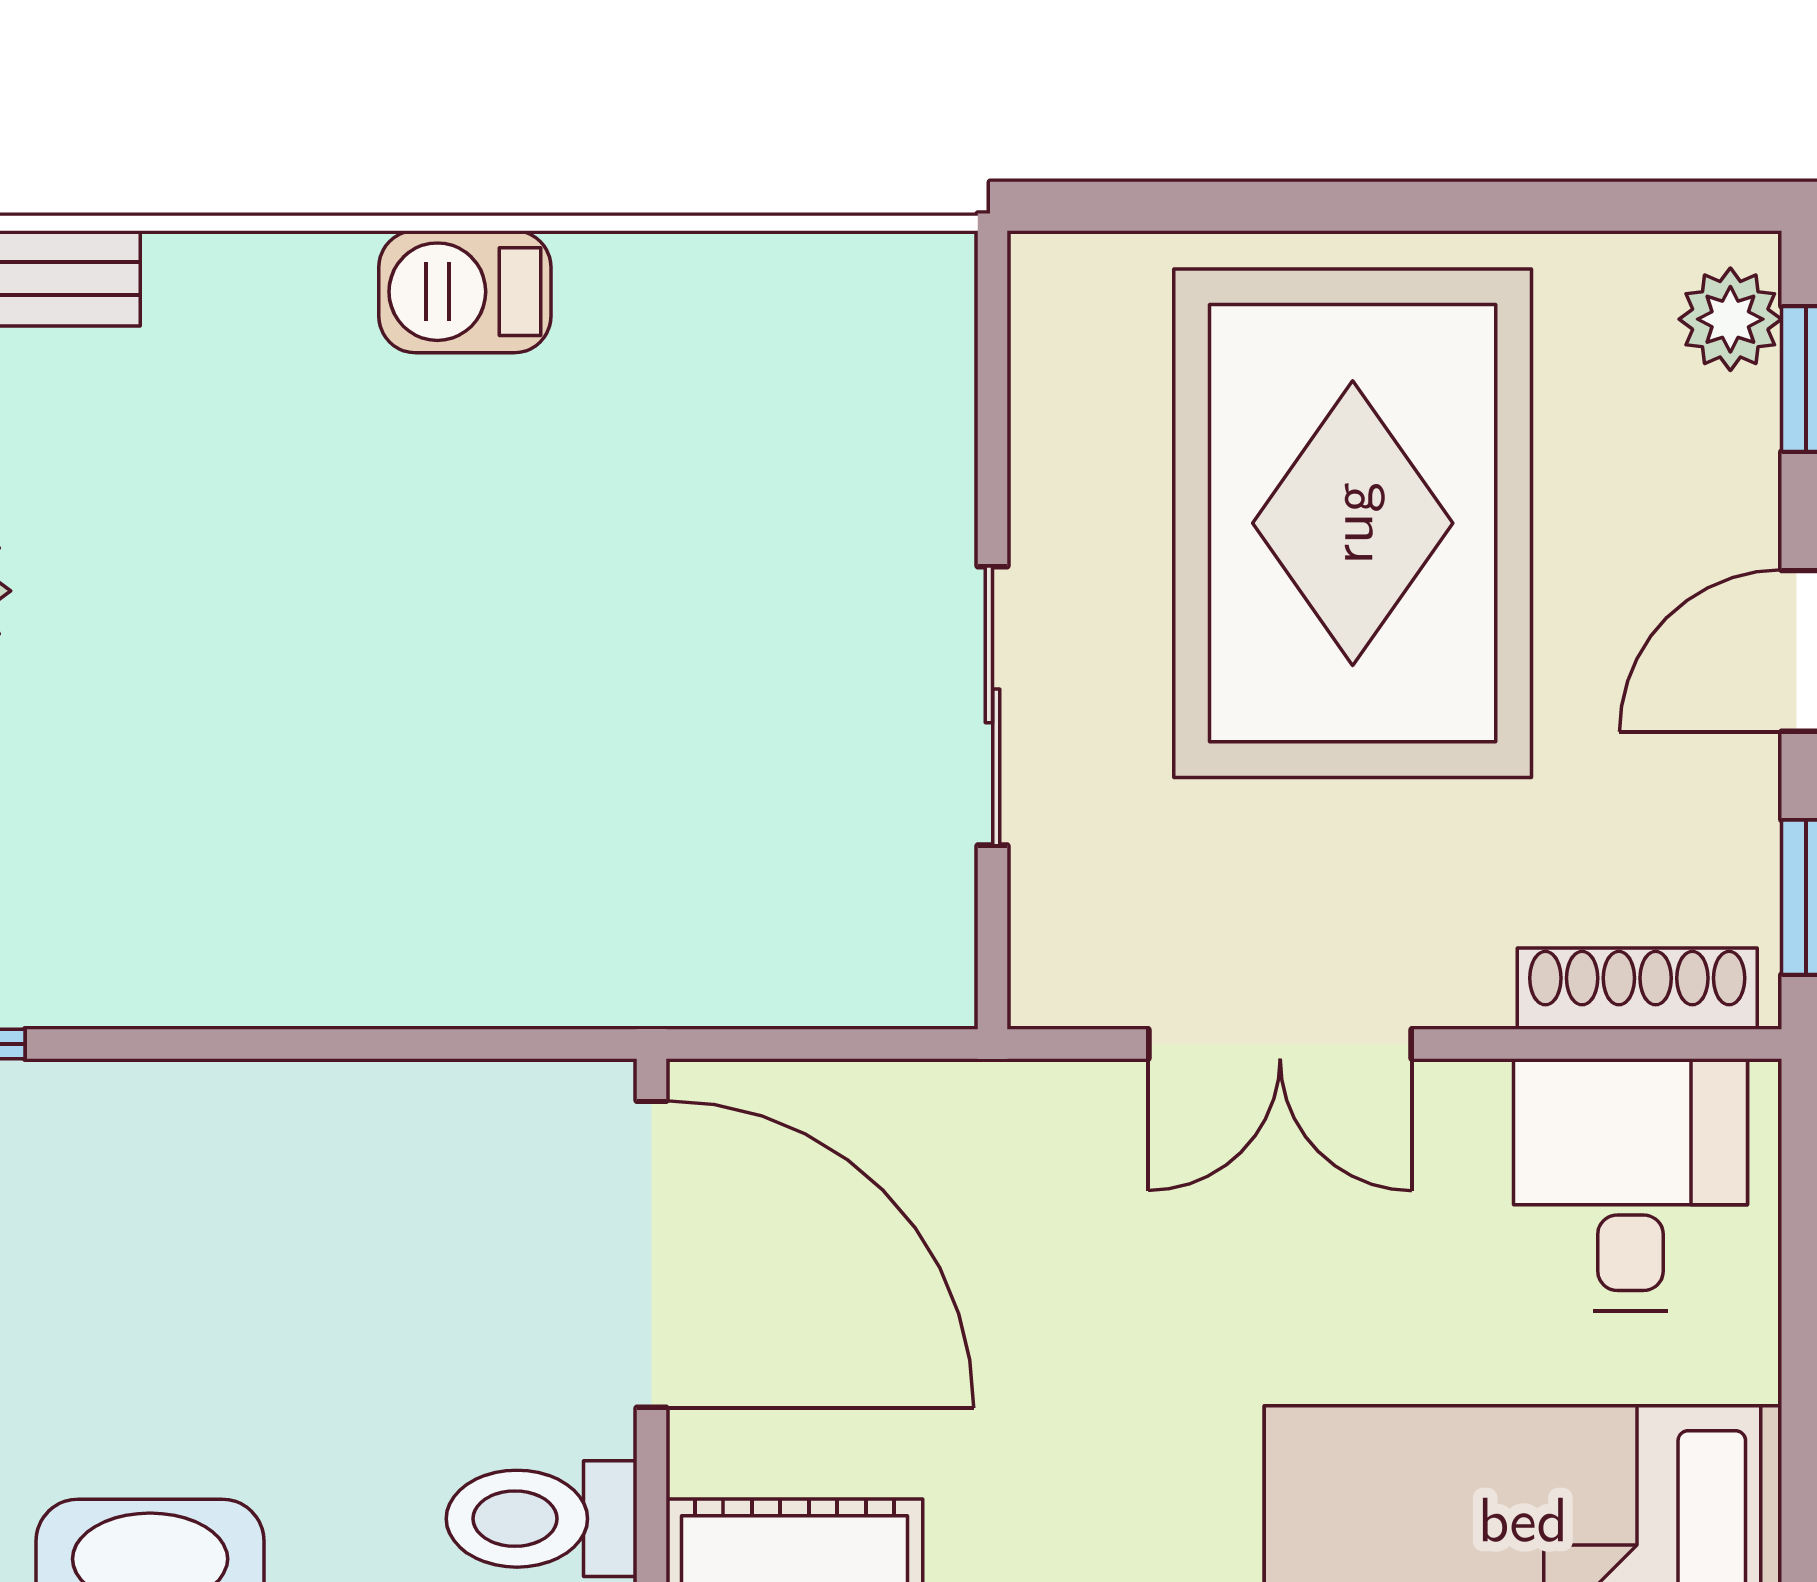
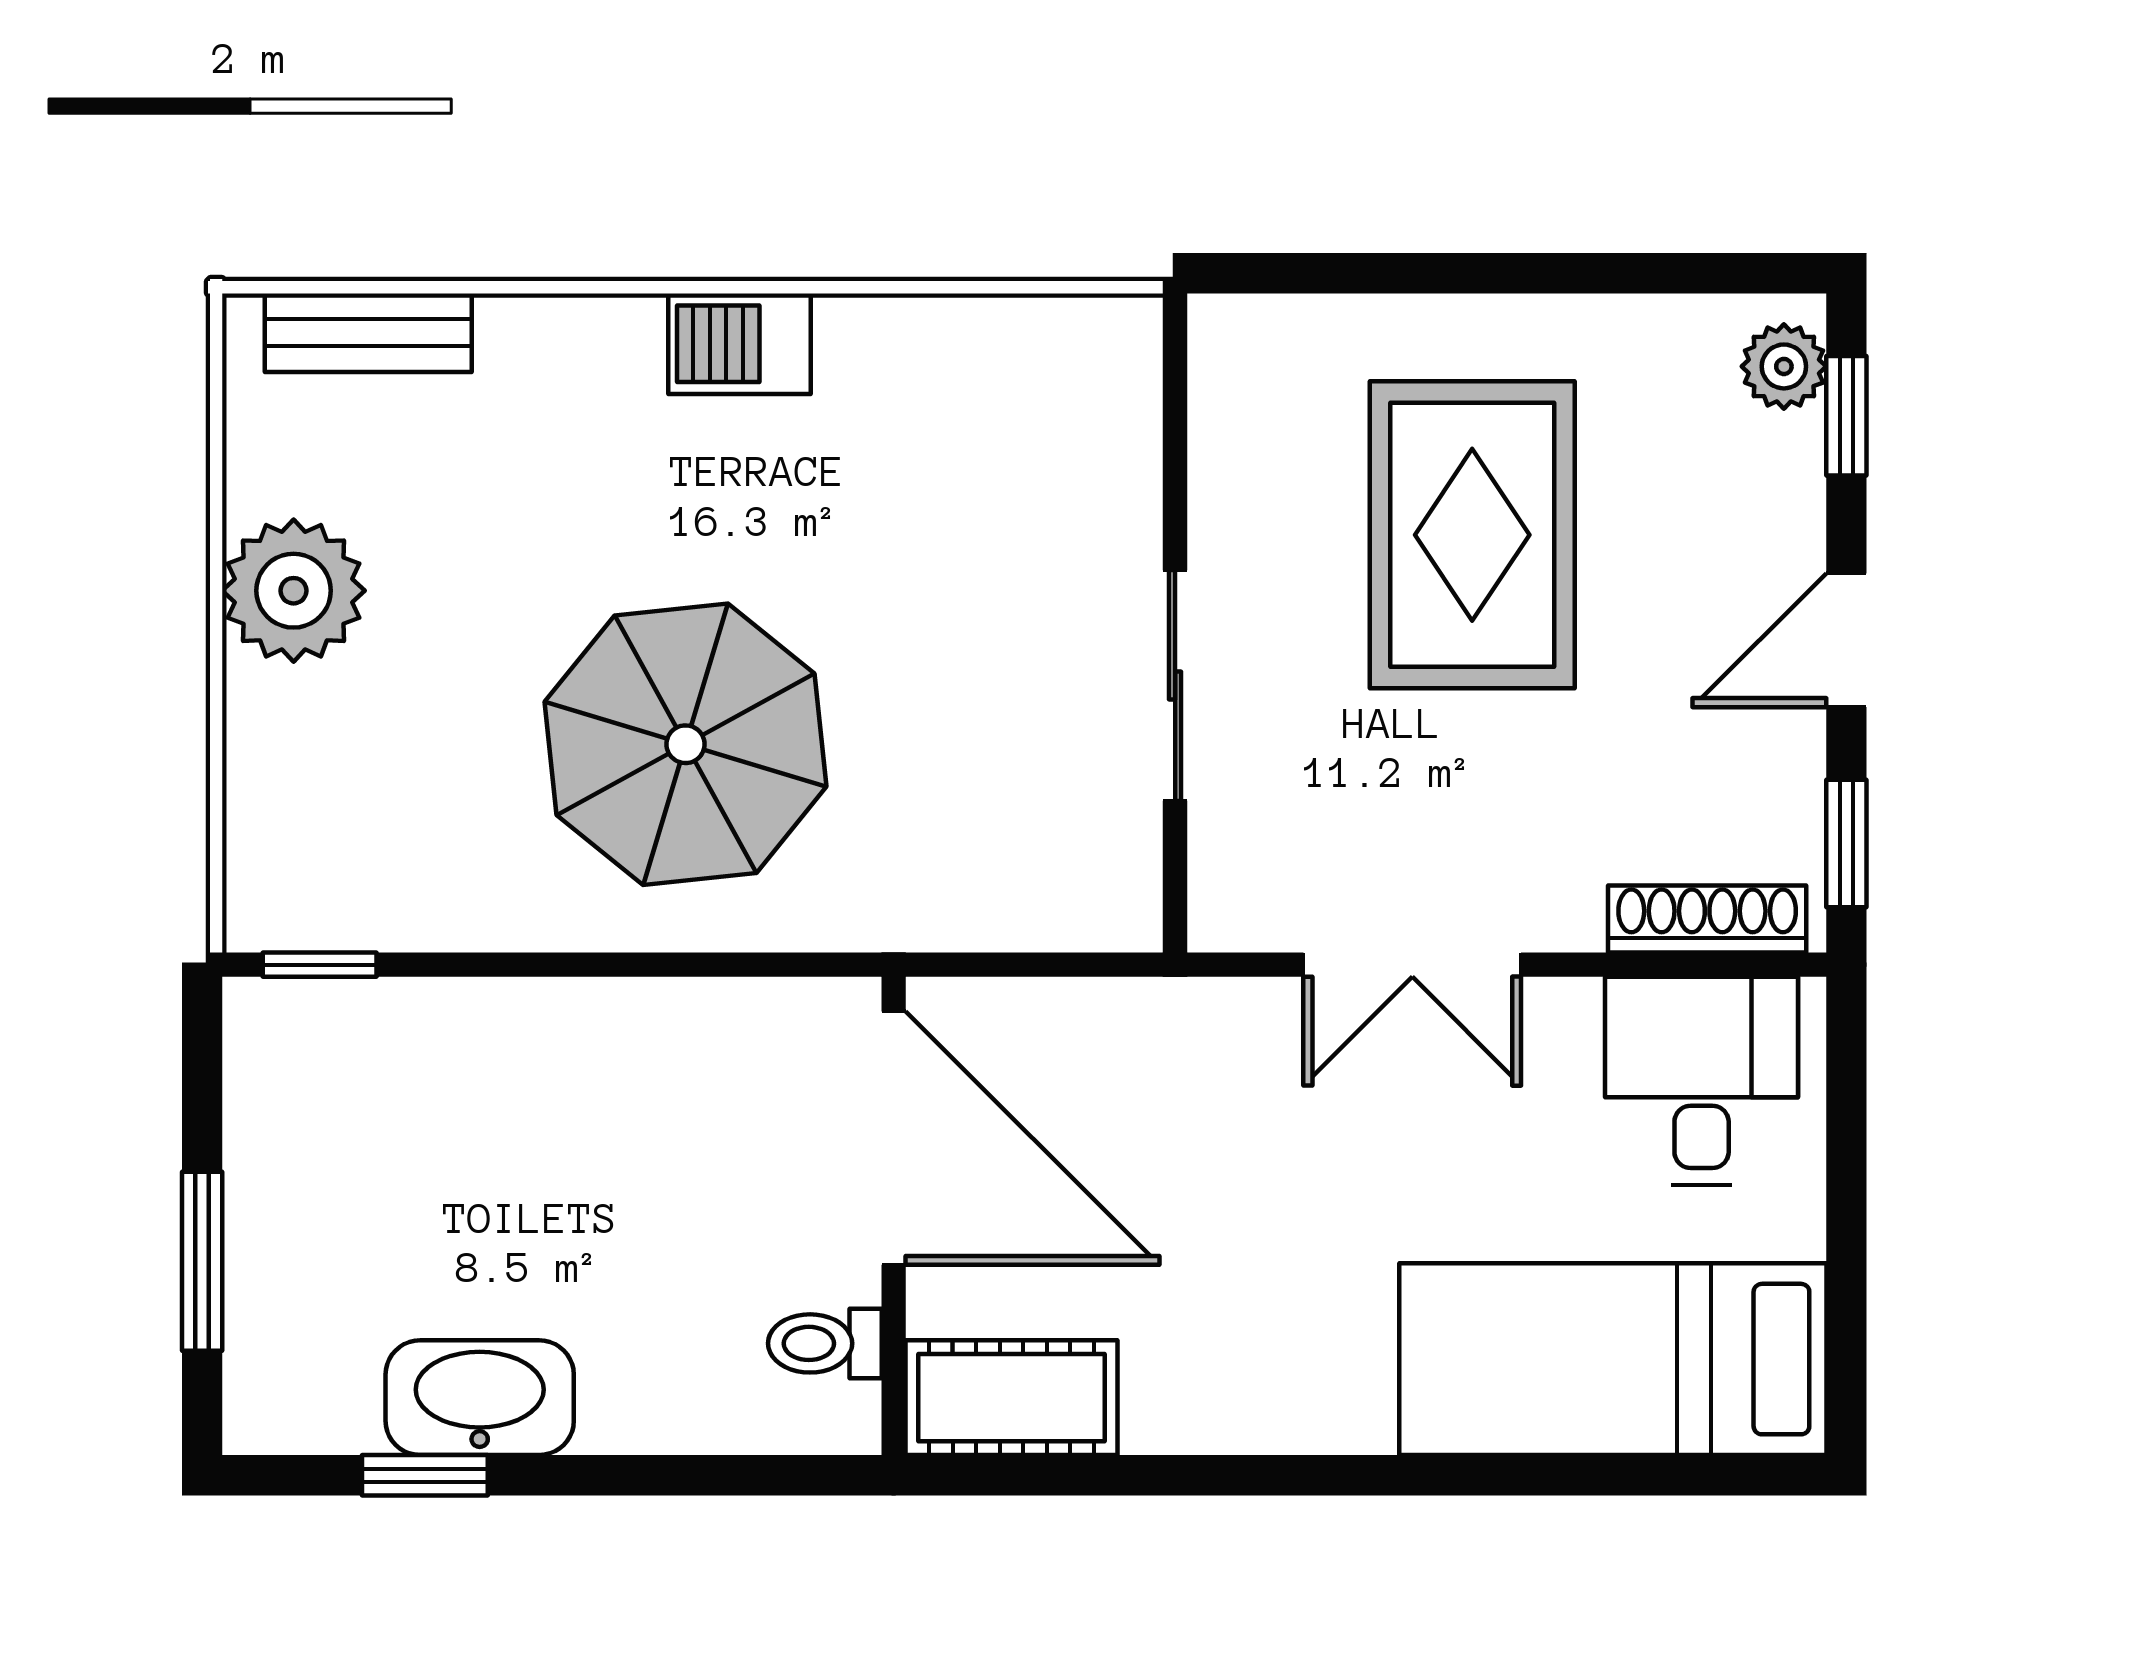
rug: (1353, 523) -> (1472, 535), width x0.73, depth x0.69
parasol: (399, 777) -> (685, 744), added
toilet: (542, 1519) -> (825, 1343), width x0.73, depth x0.72

